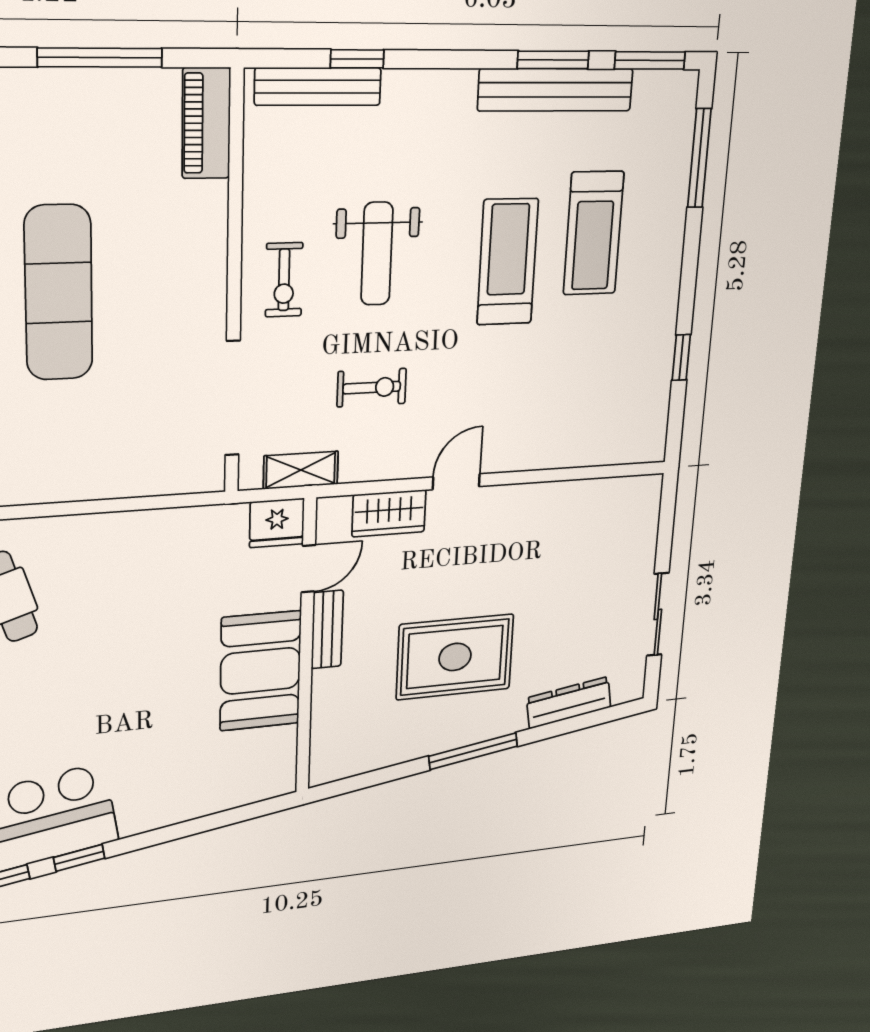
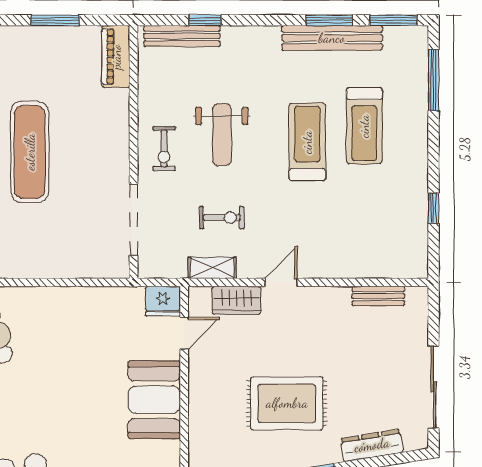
window: (100, 58) -> (55, 20), width x0.69
shelving: (301, 470) -> (212, 268), moved
sliding door: (658, 614) -> (433, 387), width x1.37
bench: (327, 629) -> (378, 296), moved, turned 90

